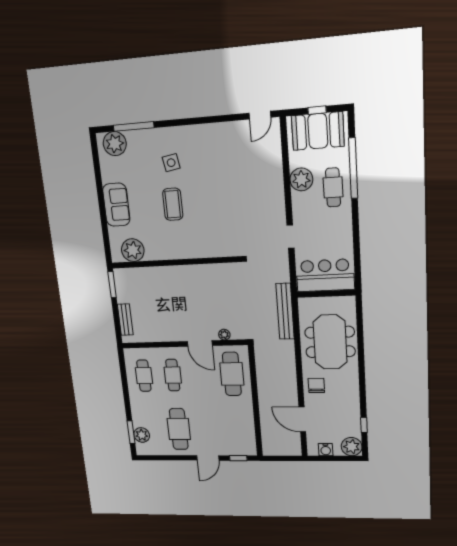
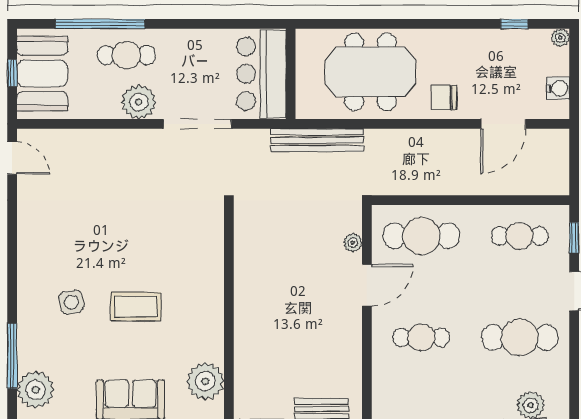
plant: (301, 179) -> (139, 102), moved
doorway: (291, 237) -> (197, 124), width x1.87
cafe table: (144, 376) -> (520, 236), moved
plant: (352, 447) -> (560, 38), width x0.53, depth x0.53

